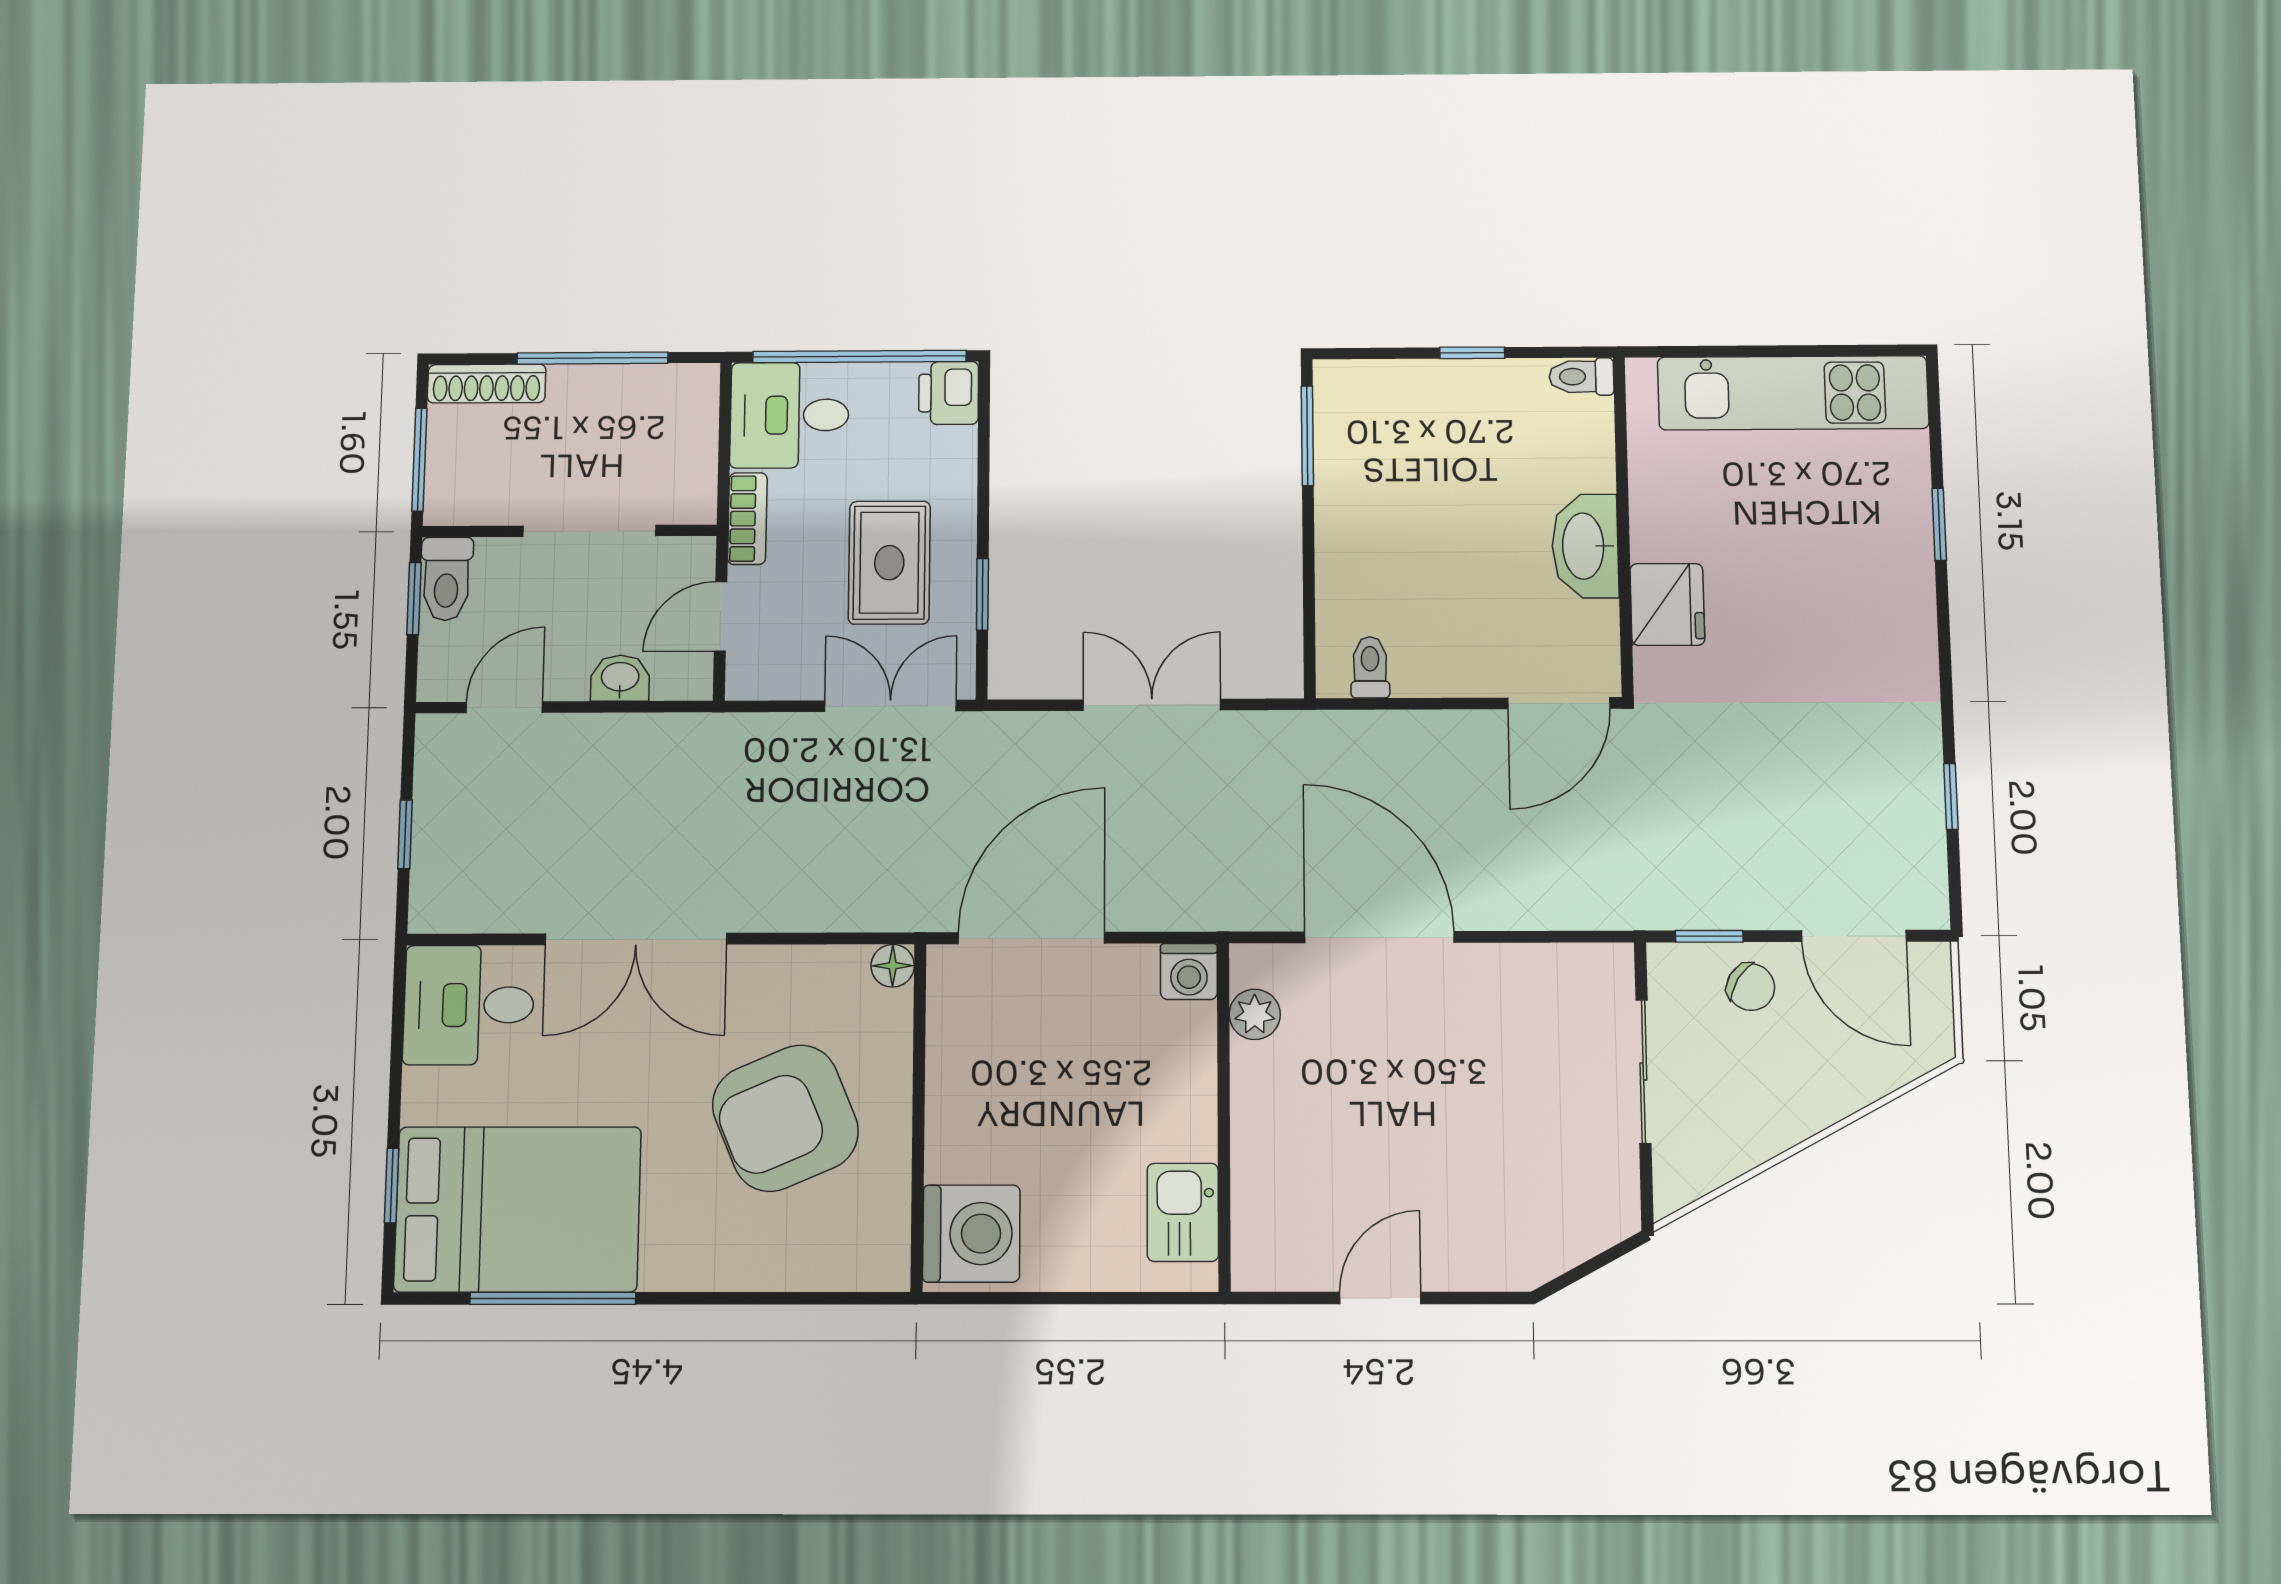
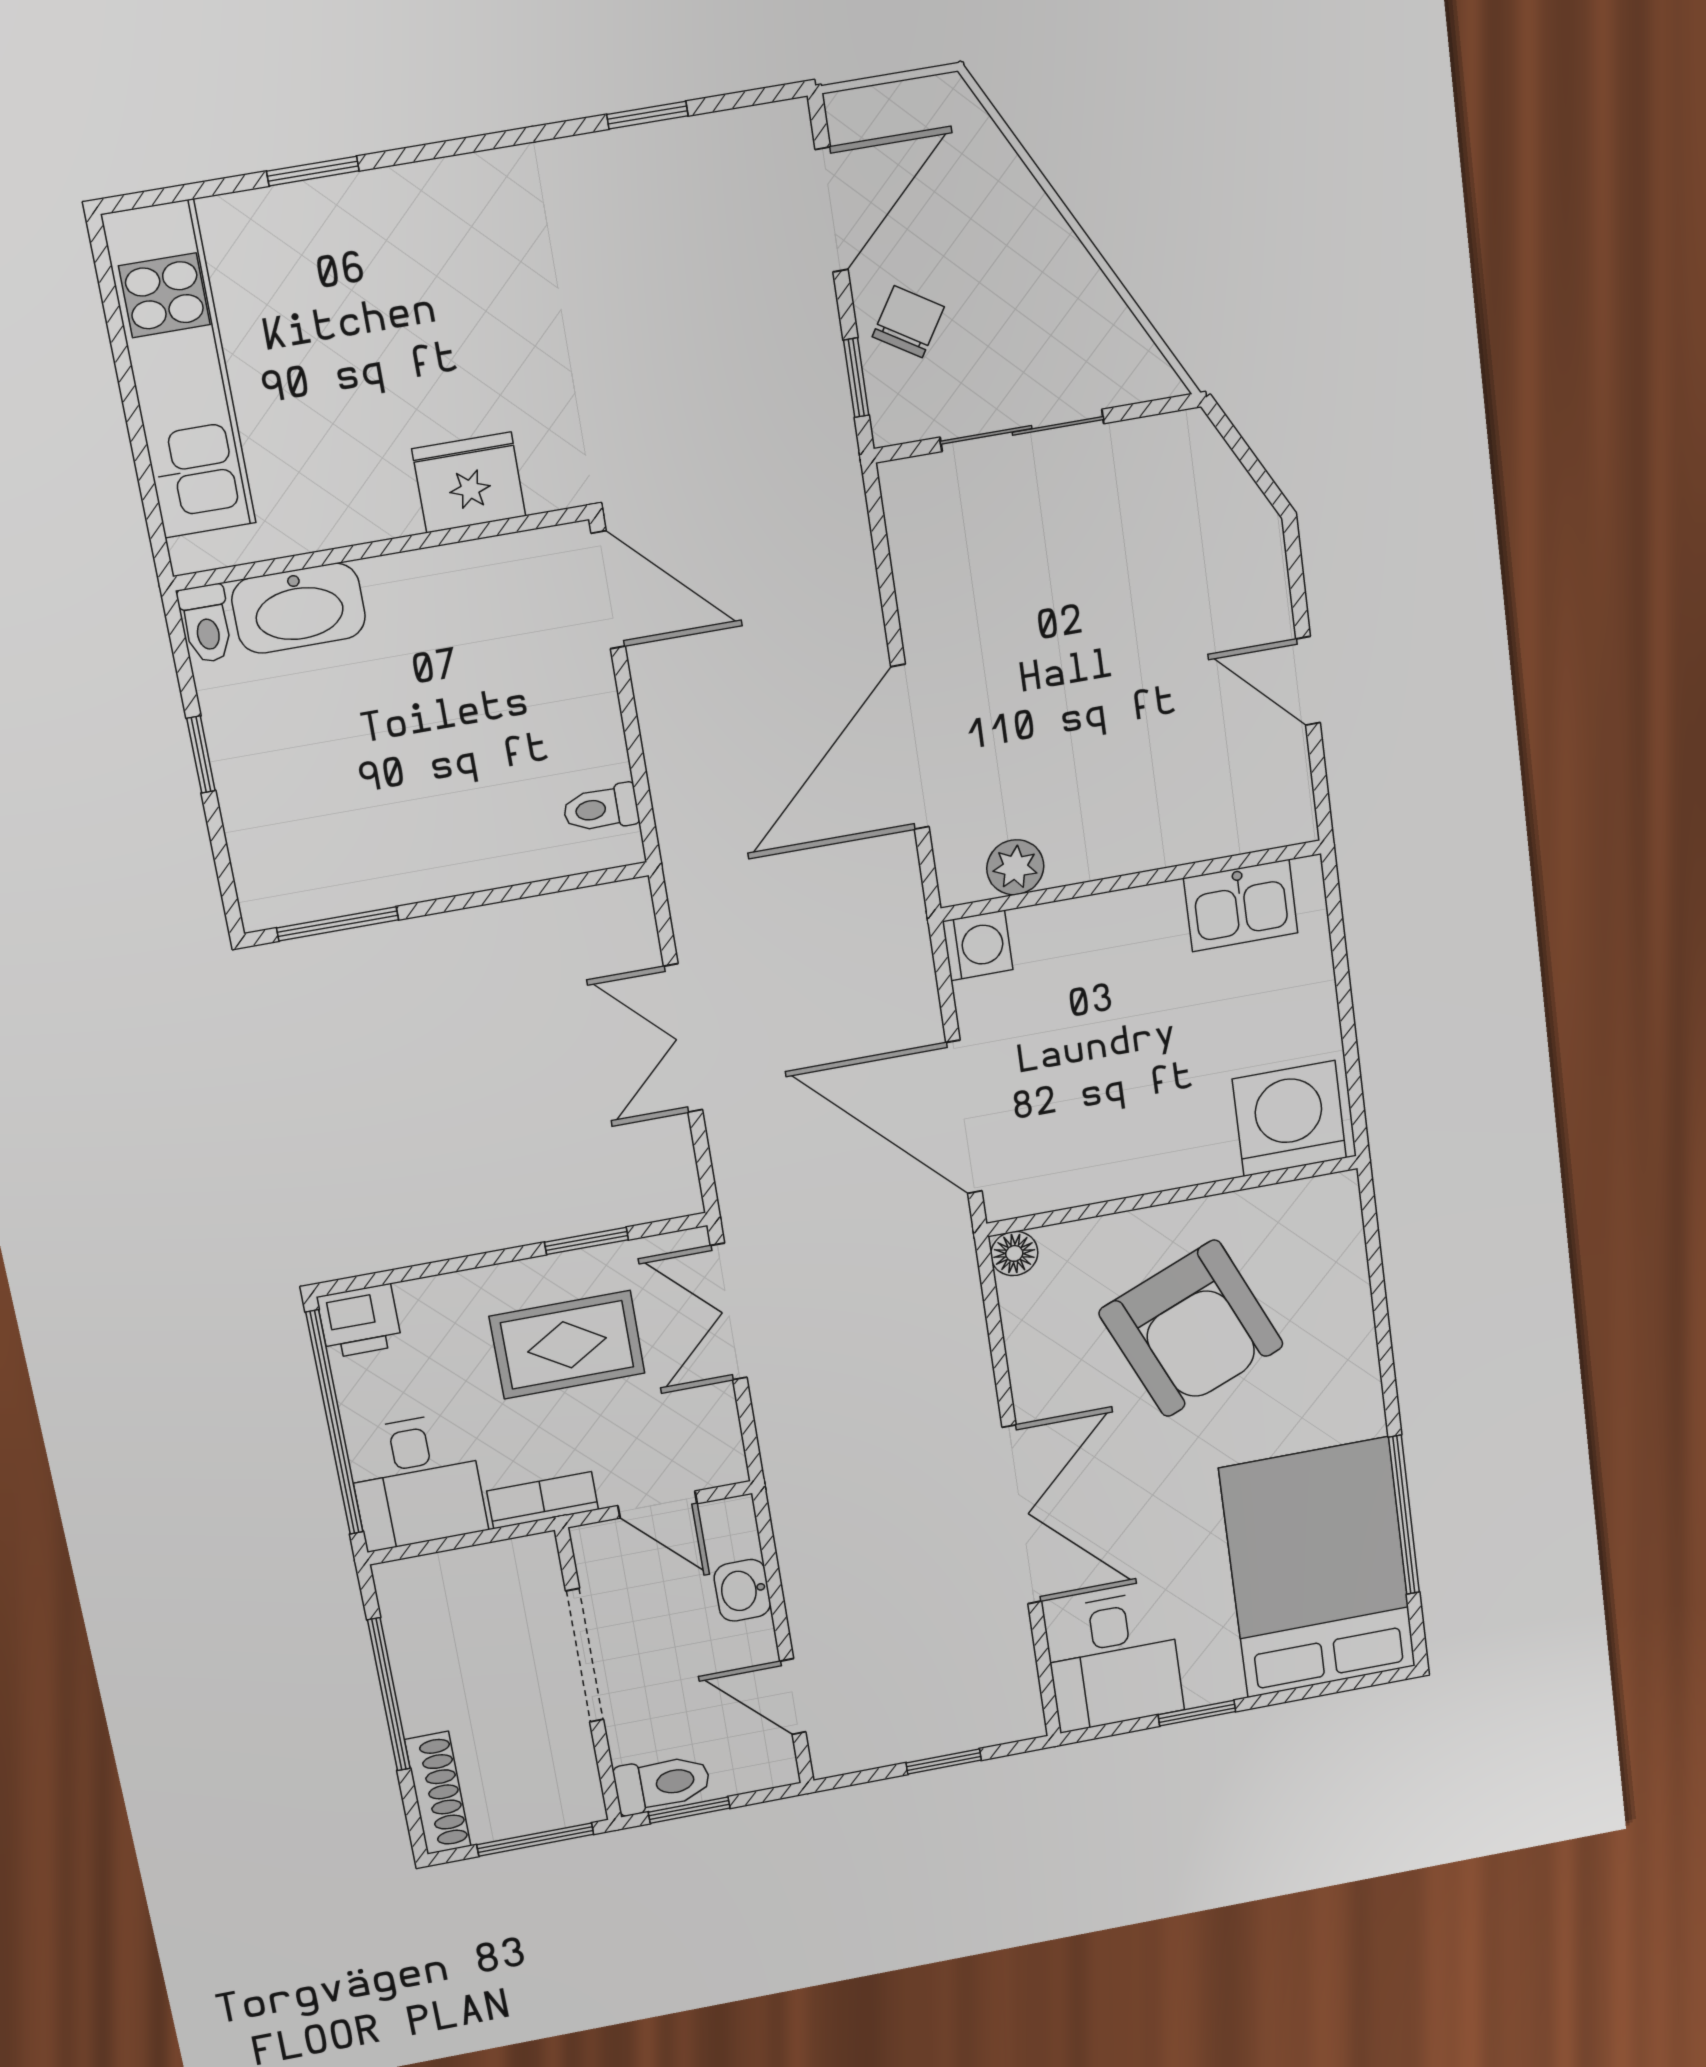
washbasin: (1585, 546) -> (299, 608), moved
window: (392, 1186) -> (1197, 1713), moved

